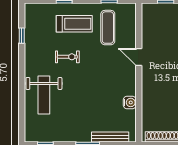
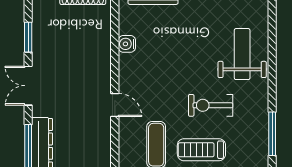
window: (22, 36) -> (272, 134), width x2.17
exercise bike: (67, 57) -> (211, 105), width x1.38, depth x1.39

